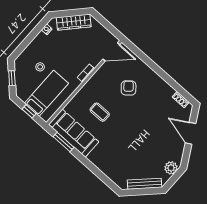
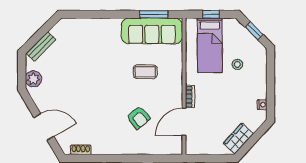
wardrobe: (74, 22) -> (238, 138), width x0.67
door: (111, 52) -> (184, 122), moved
bench: (145, 184) -> (41, 46), width x0.73

